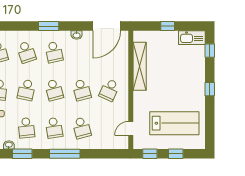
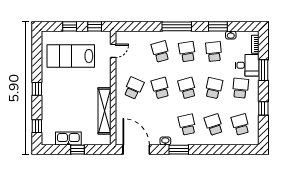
window: (49, 26) -> (179, 150), moved
door: (107, 26) -> (136, 150), hinge flipped
kitchen sink: (192, 38) -> (68, 139), moved

